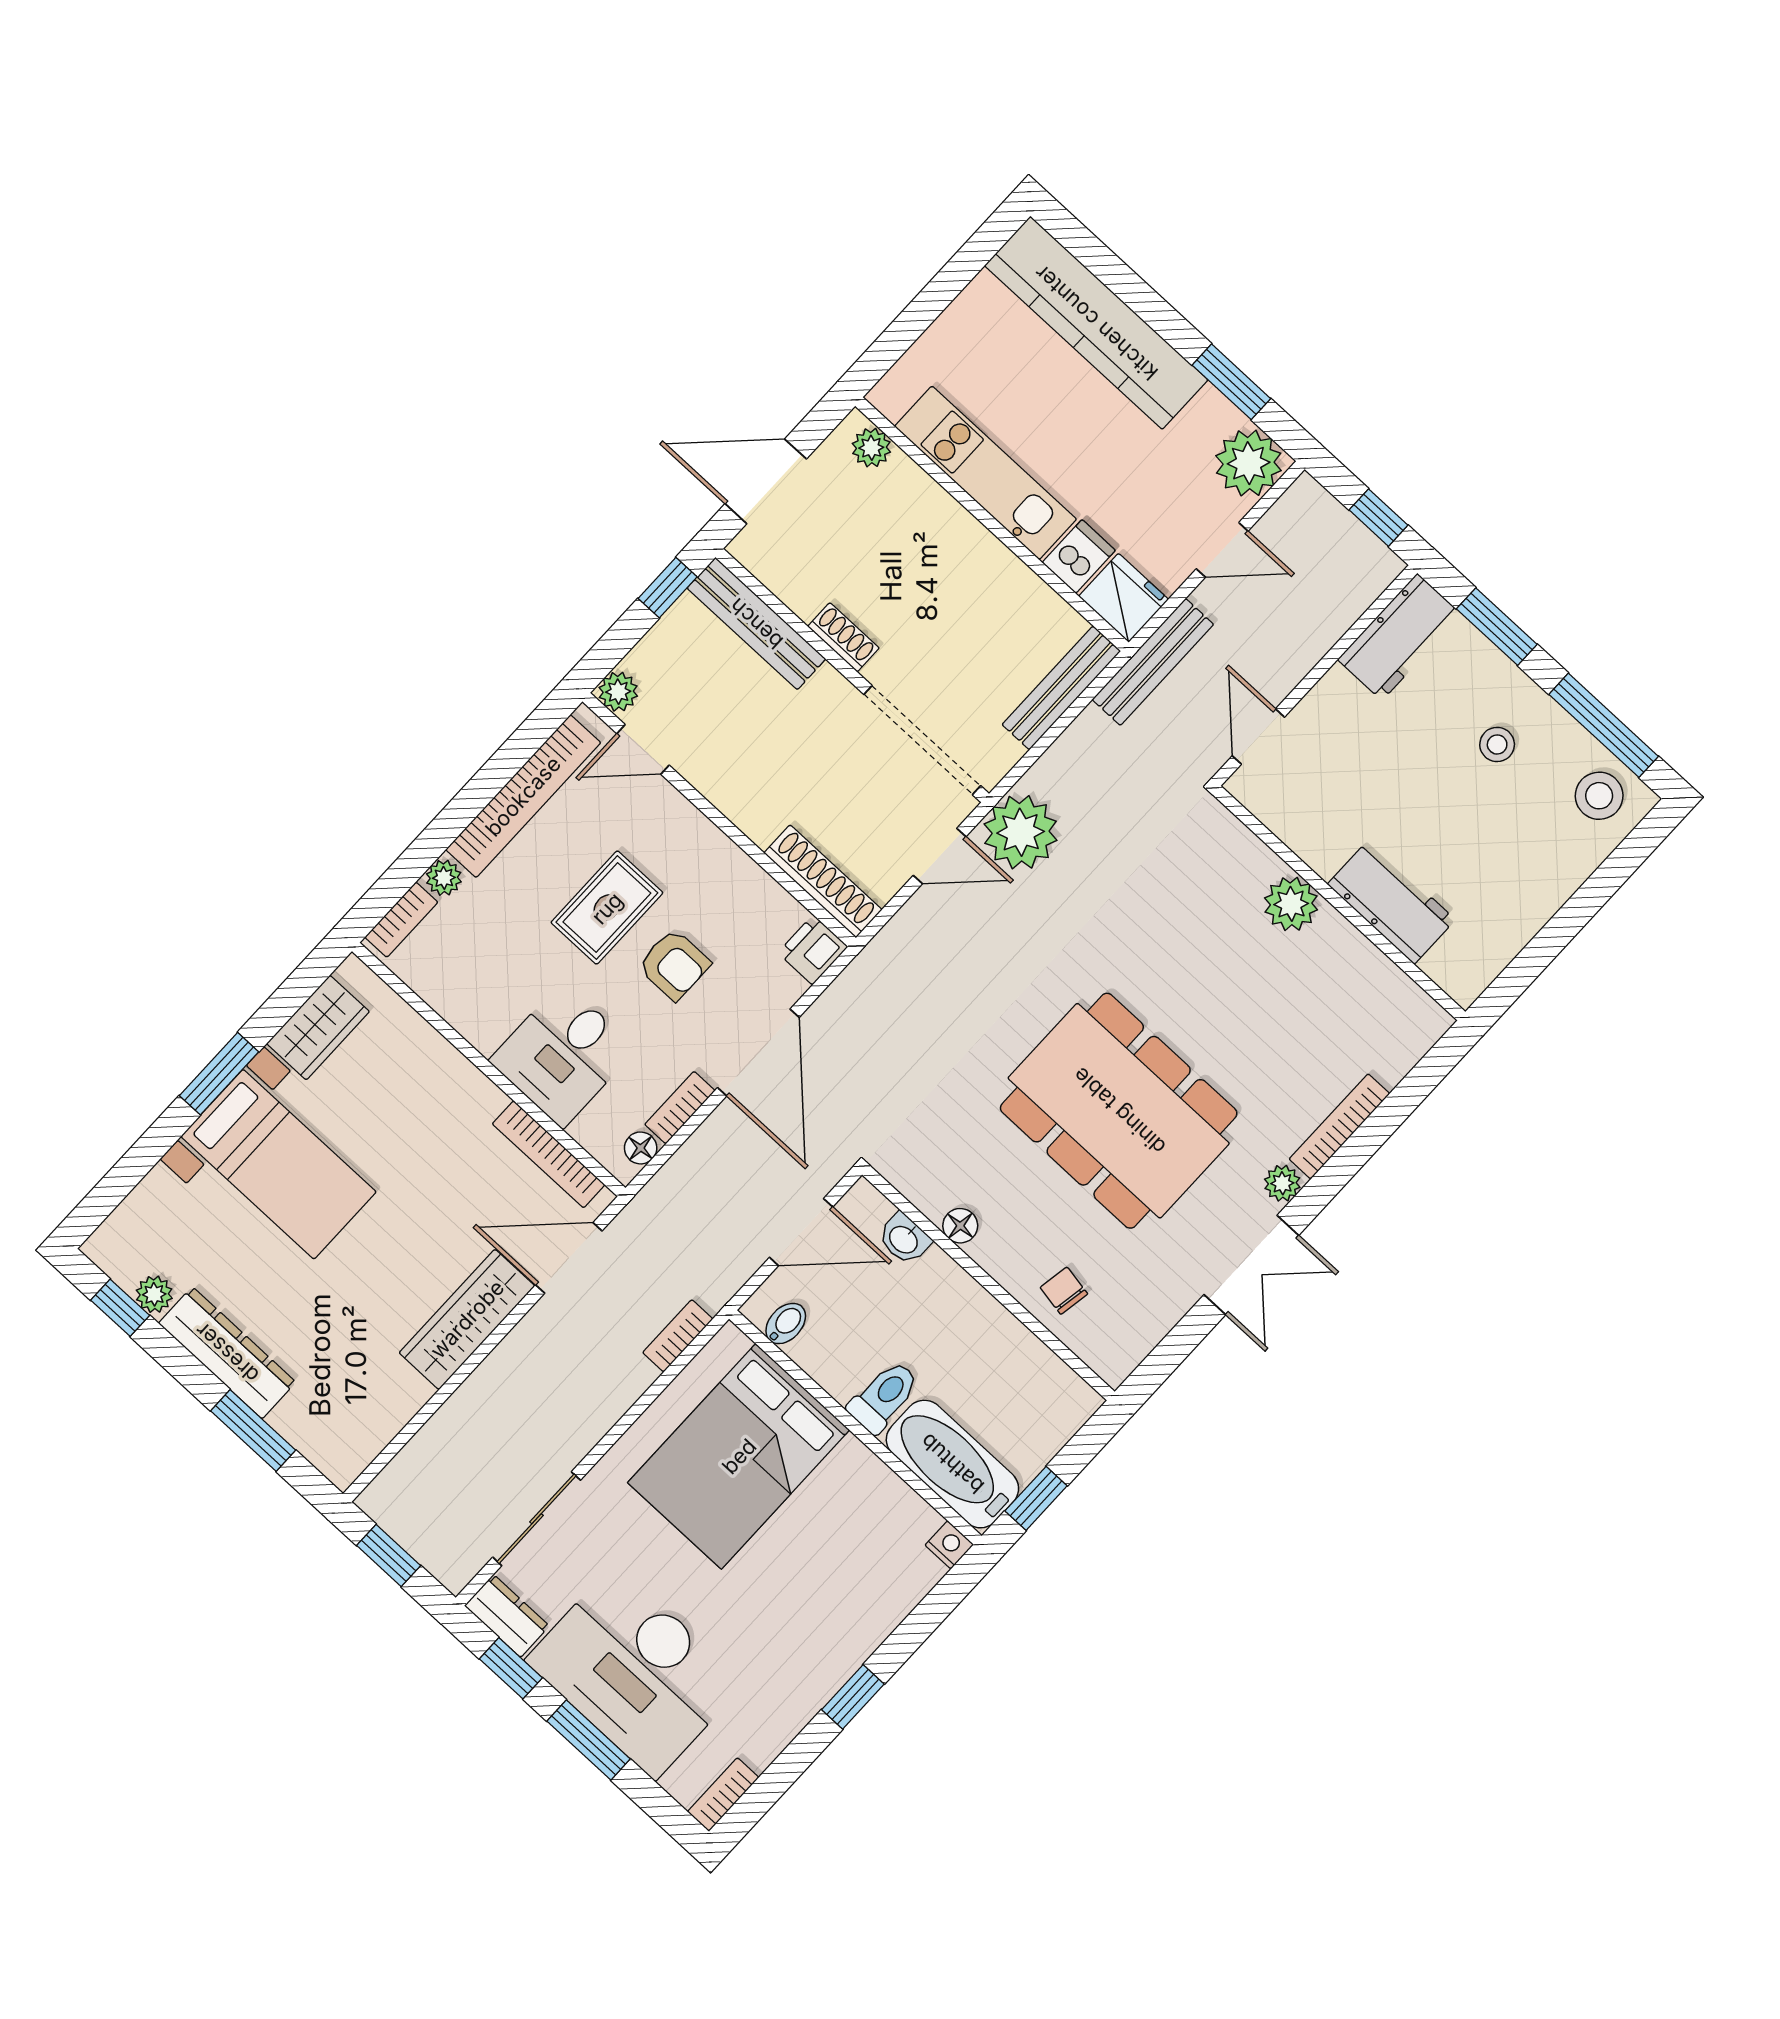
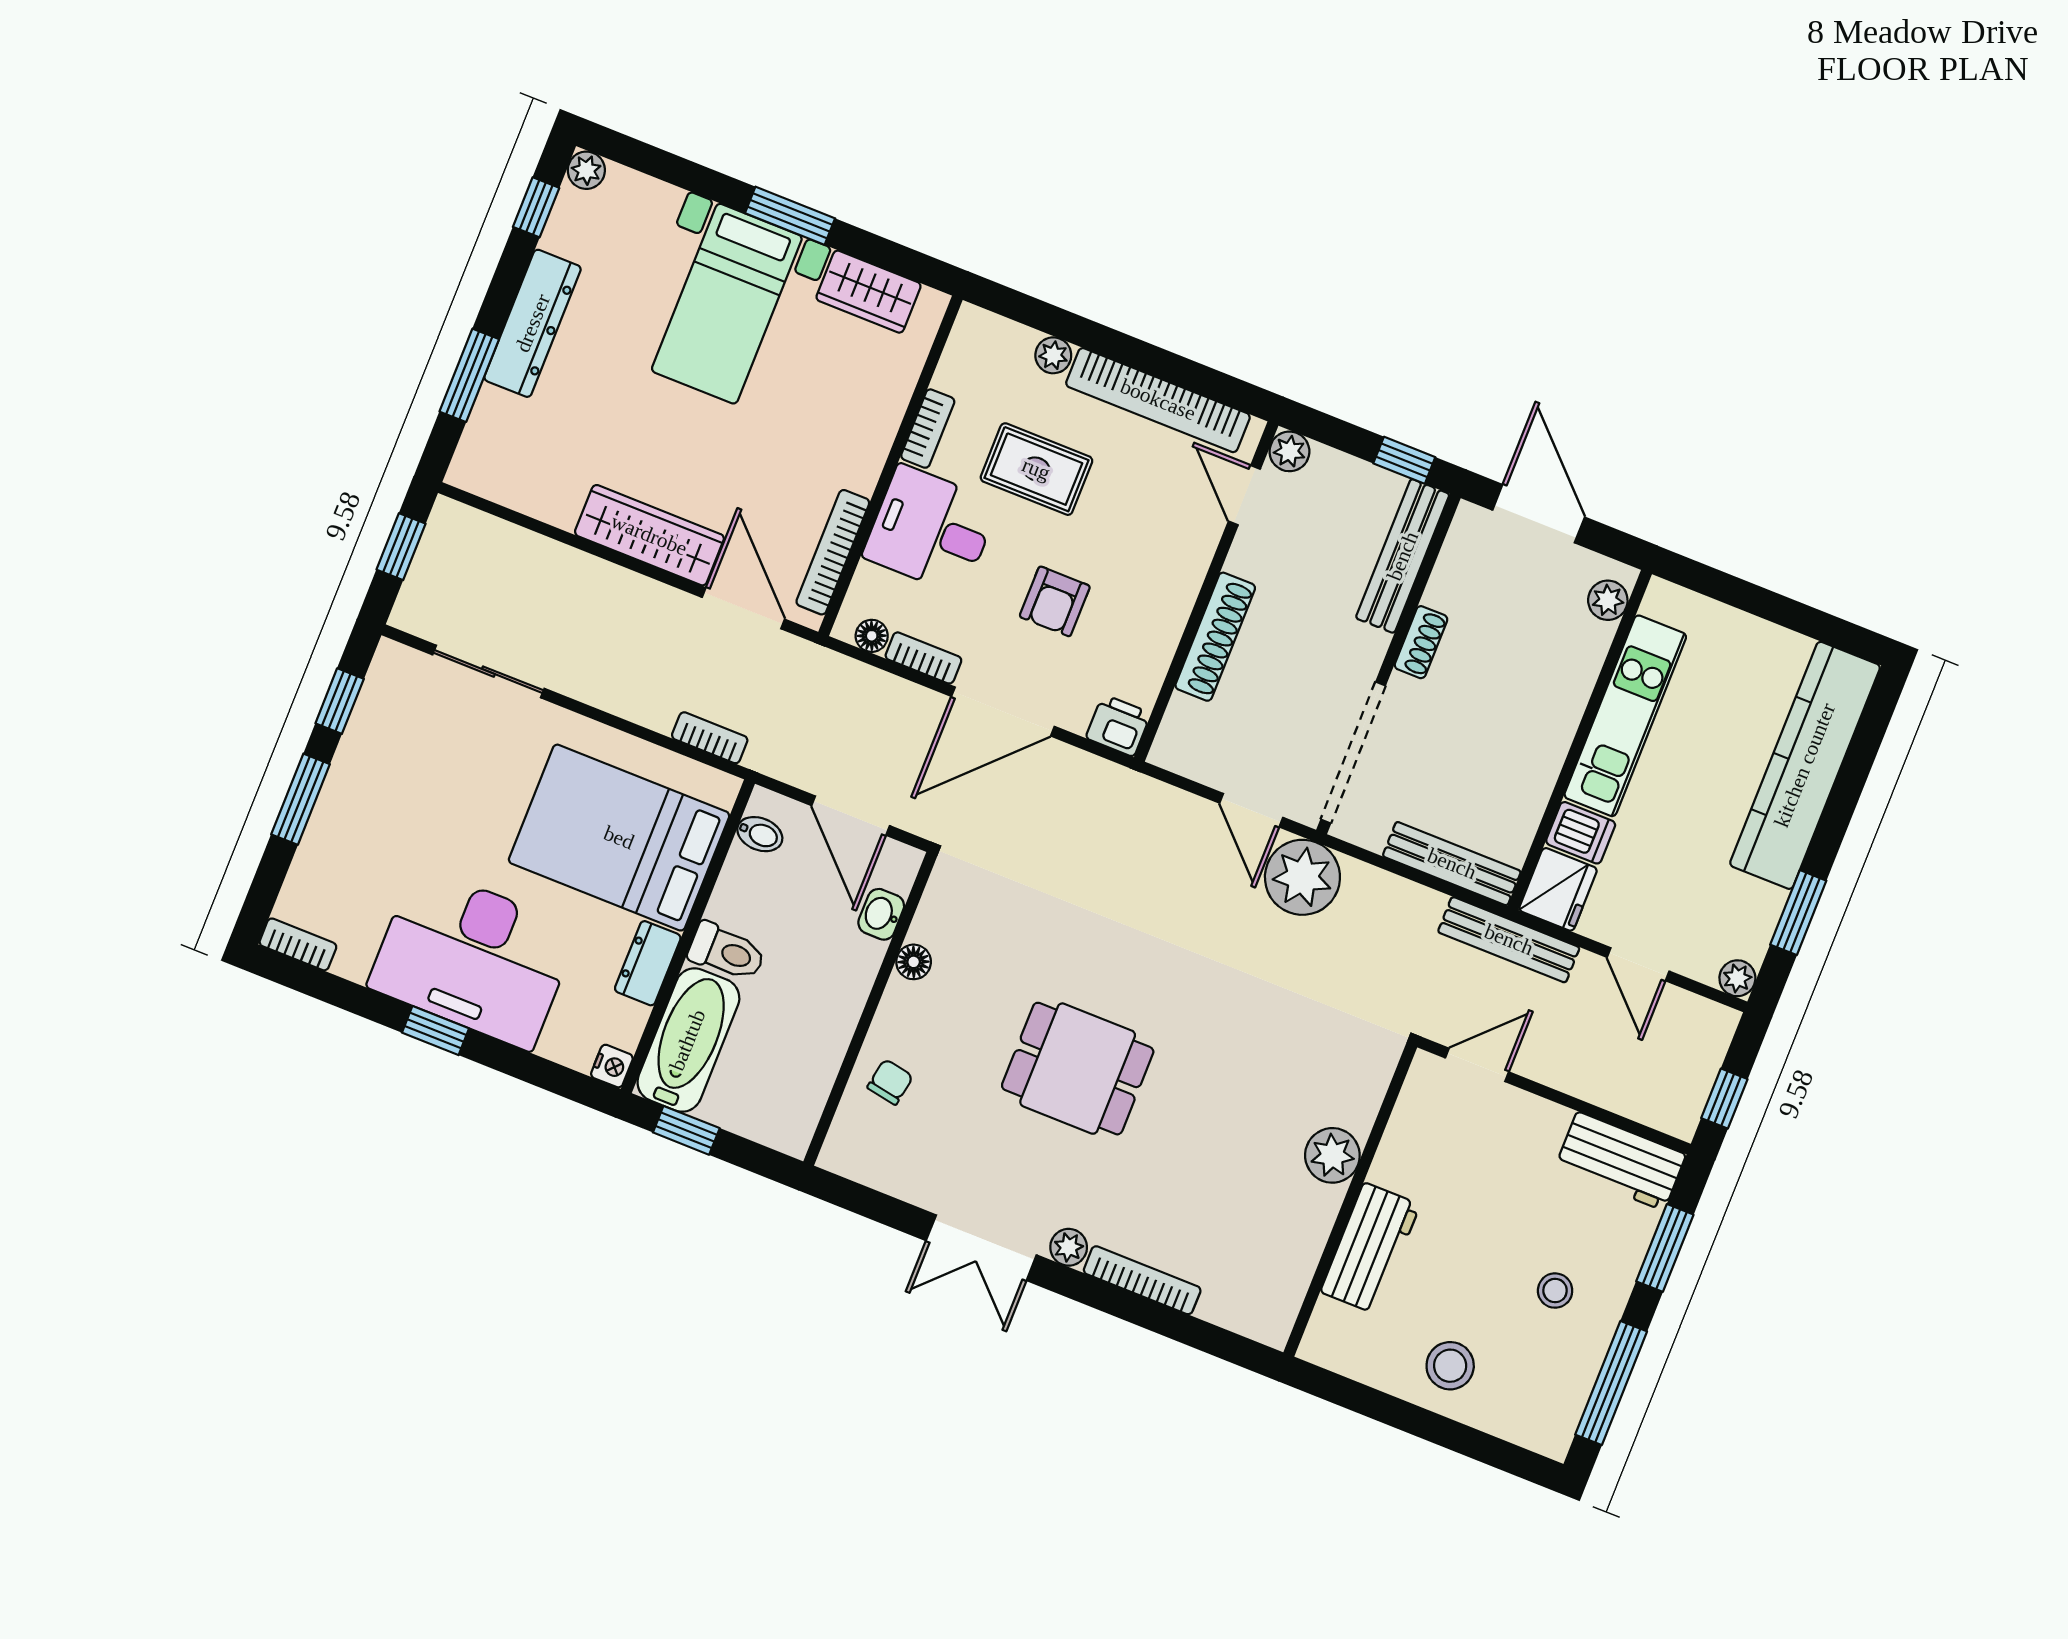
plant: (1249, 463) -> (1737, 978), width x0.53, depth x0.53
stool: (1599, 796) -> (1450, 1366), moved
shoe rack: (823, 881) -> (1215, 637), moved
rug: (607, 908) -> (1036, 469), moved
bookcase: (401, 920) -> (928, 429), moved, turned -90
dining table: (1119, 1111) -> (1078, 1069), width x0.53, depth x0.80
plant: (154, 1294) -> (586, 170), moved
dresser: (507, 1616) -> (648, 963), moved, turned 180
desk: (635, 1672) -> (473, 958), moved, turned -90

